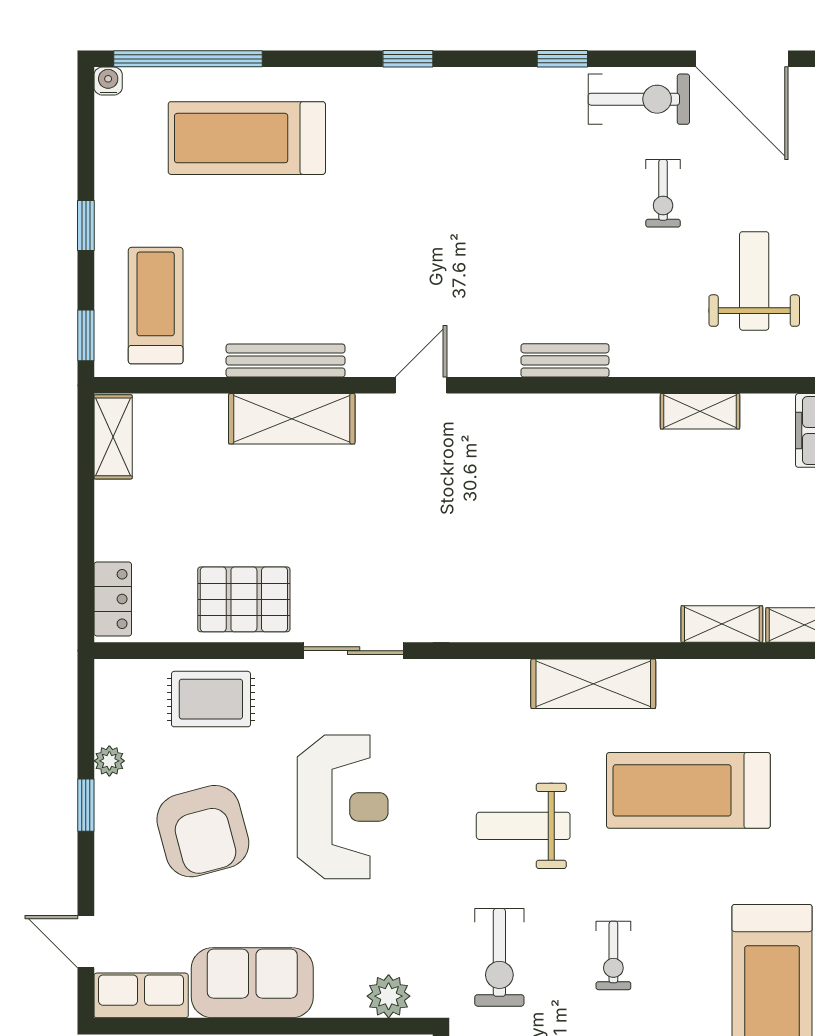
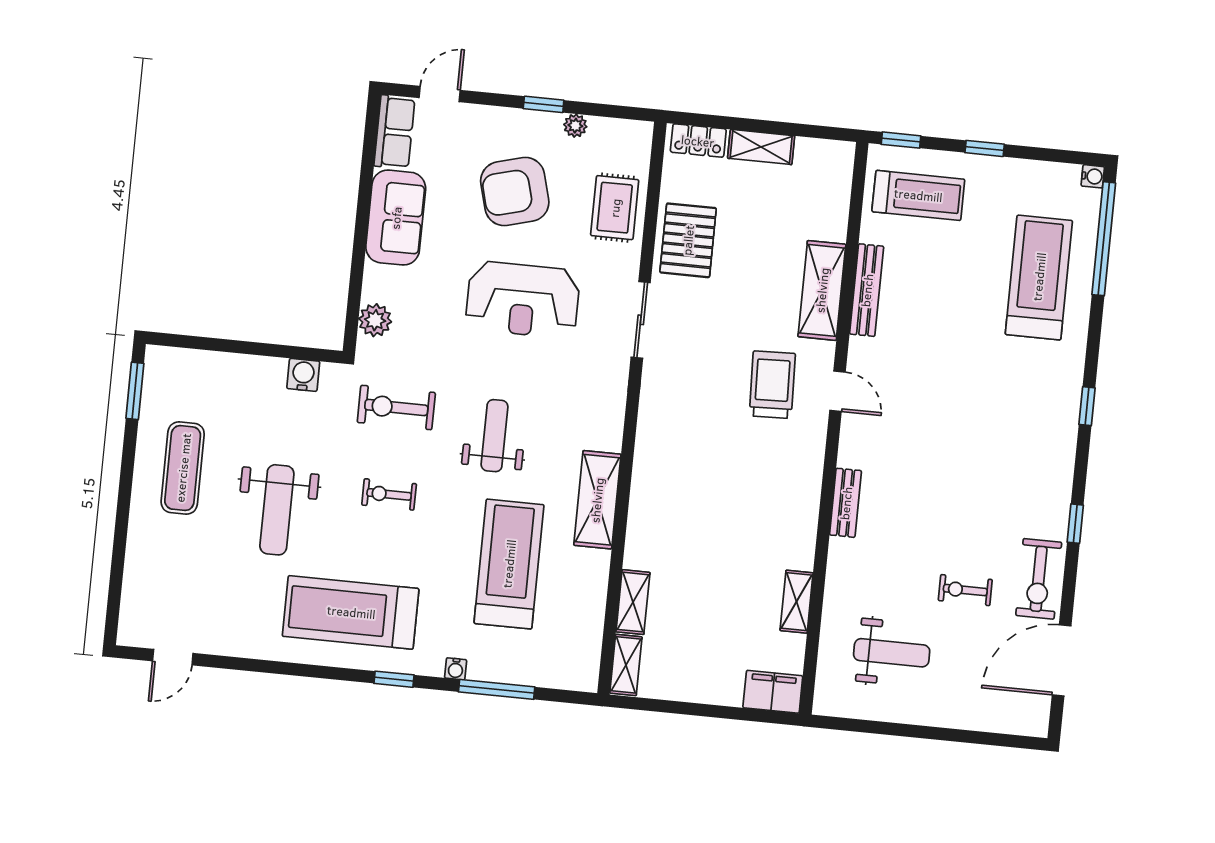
shelving: (113, 437) -> (761, 147), moved
trolley: (421, 471) -> (772, 385), added

